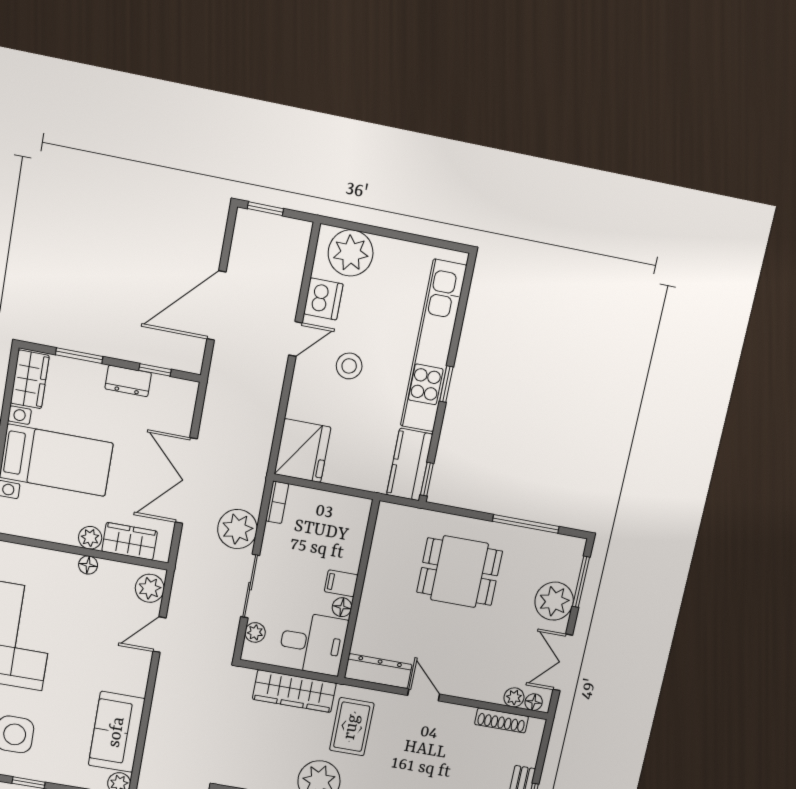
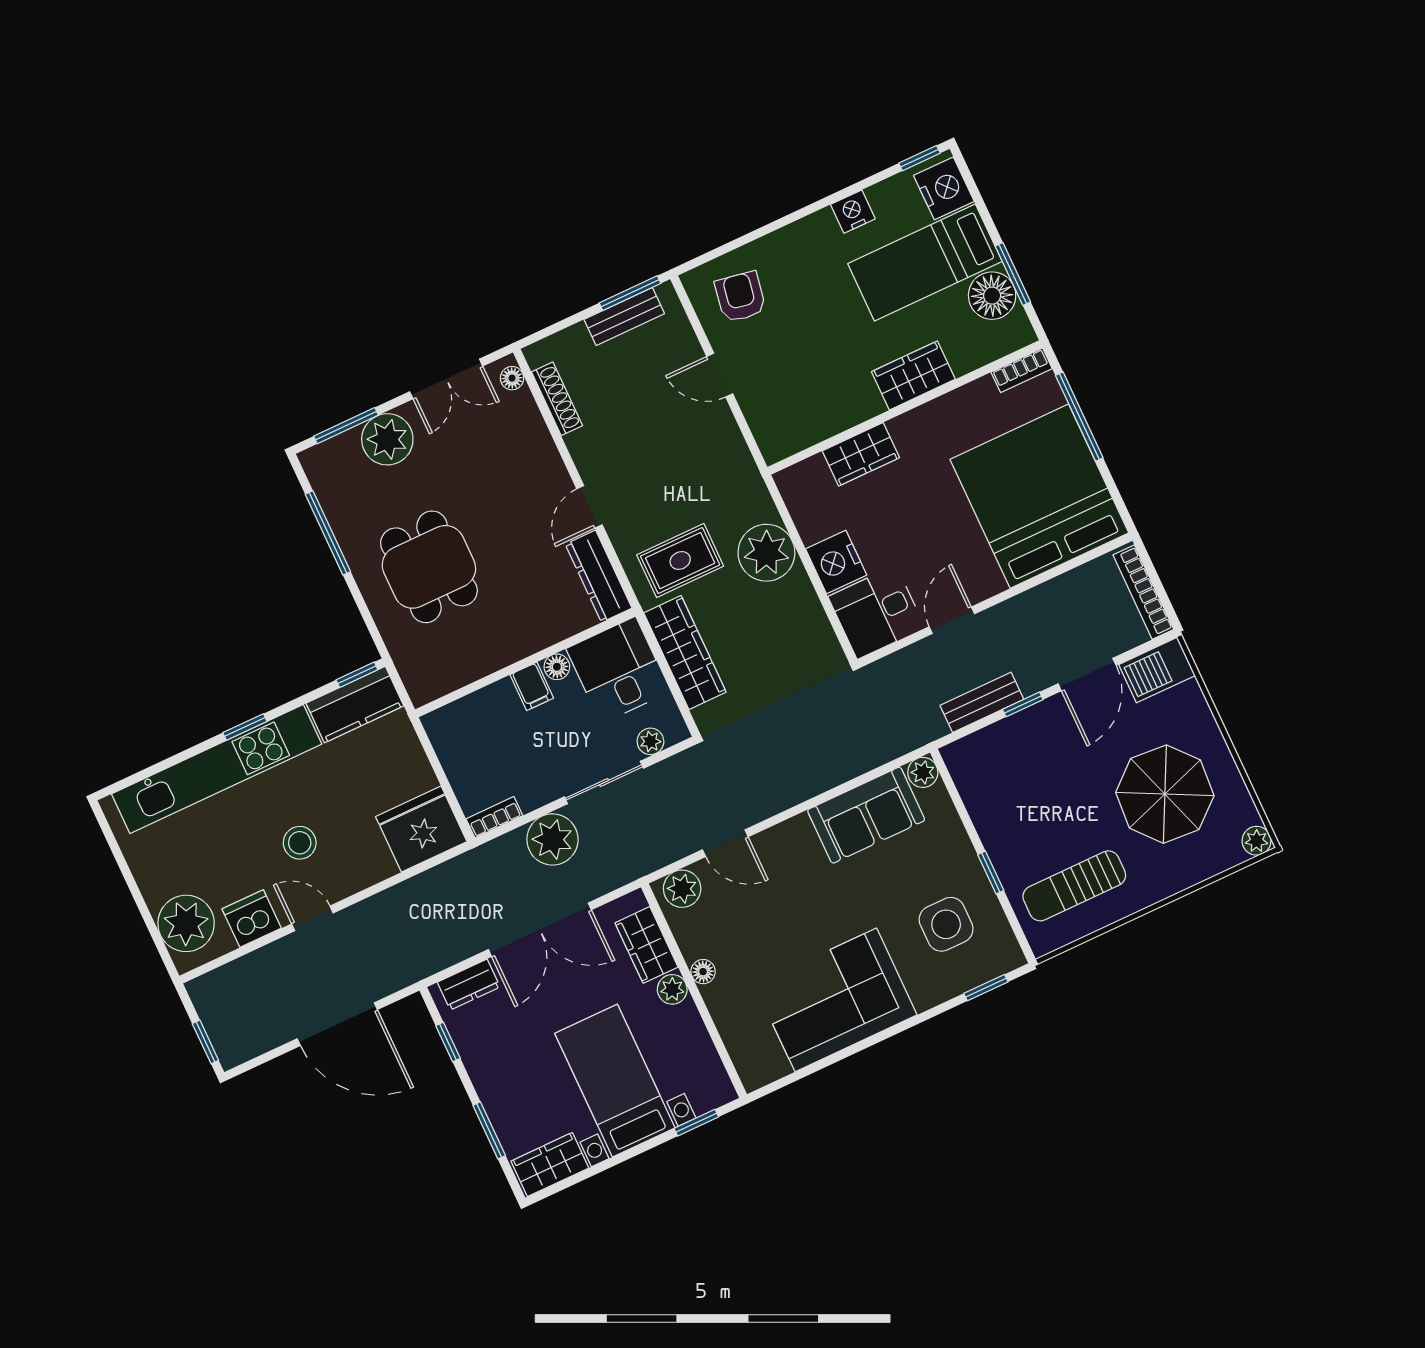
dresser: (128, 381) -> (469, 985), moved, turned 90
plant: (514, 697) -> (522, 404), removed

